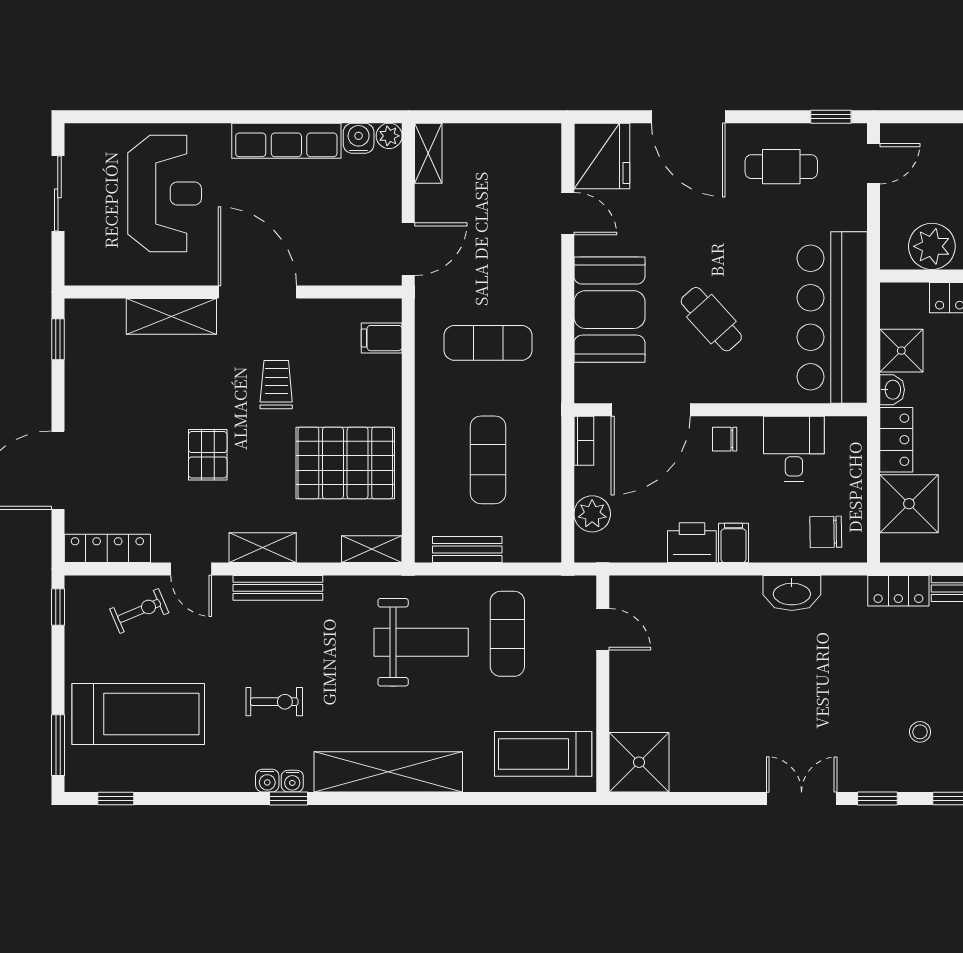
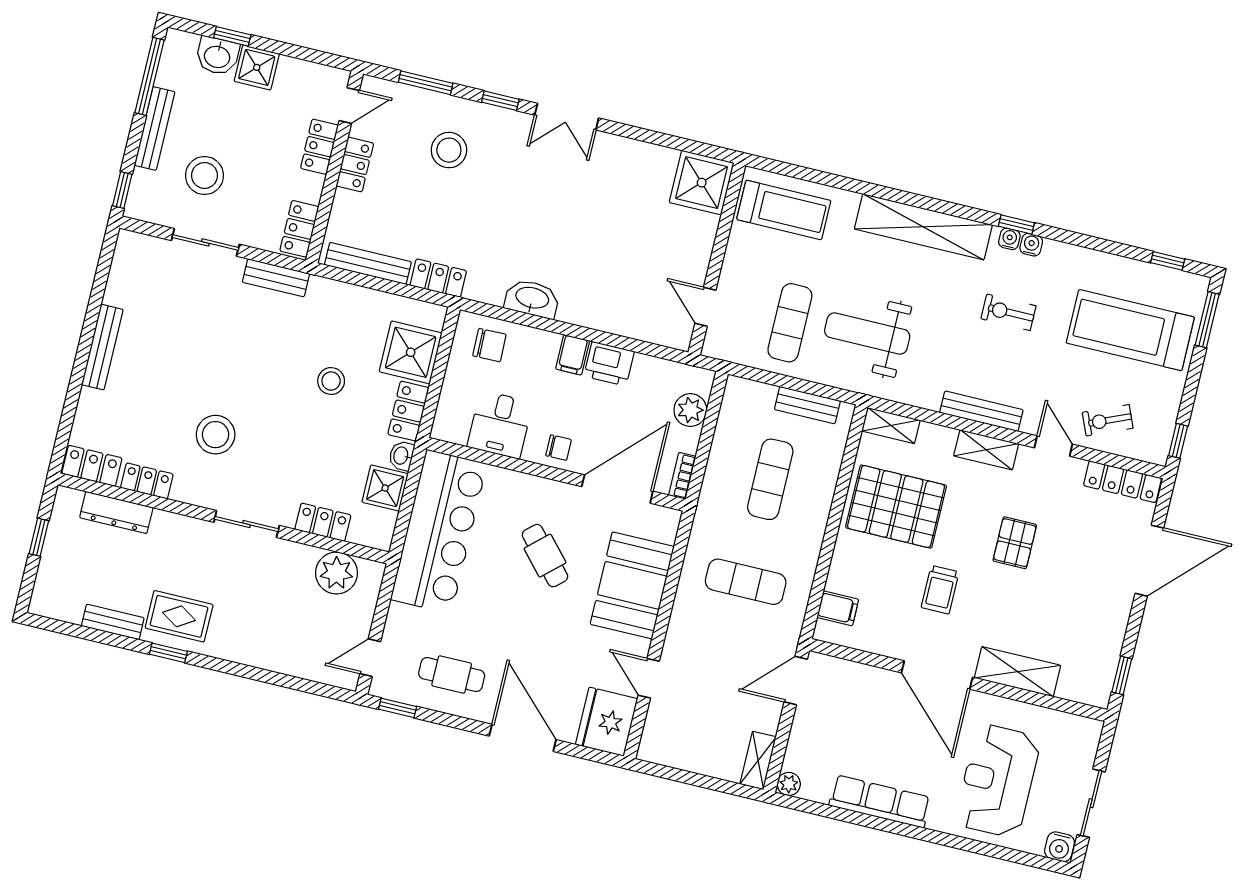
water cooler: (359, 138) -> (1060, 847), moved
stool: (920, 732) -> (449, 150), width x1.89, depth x1.89

